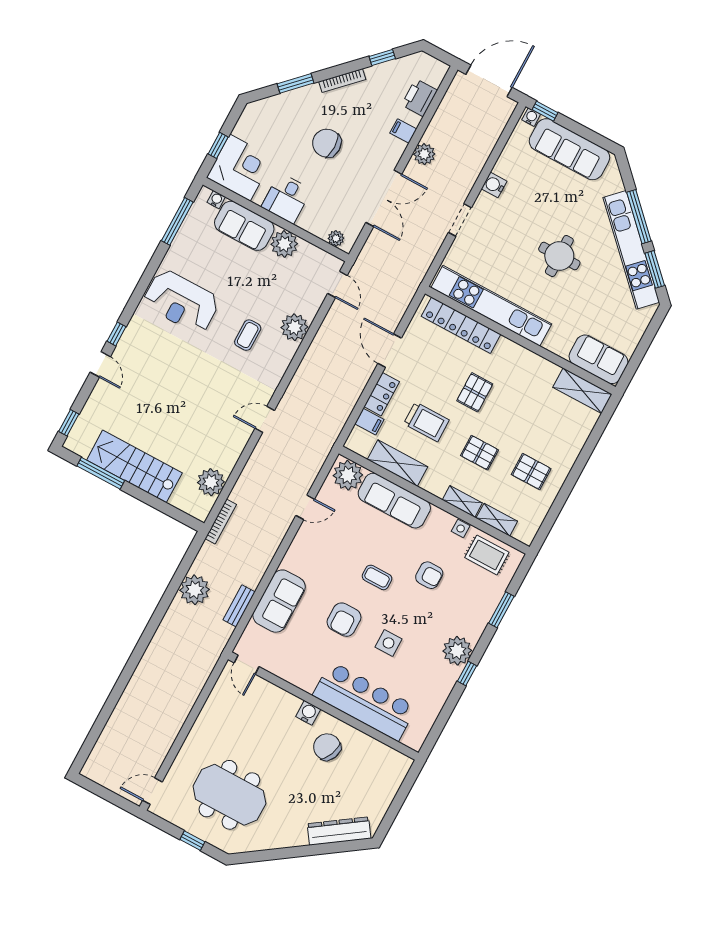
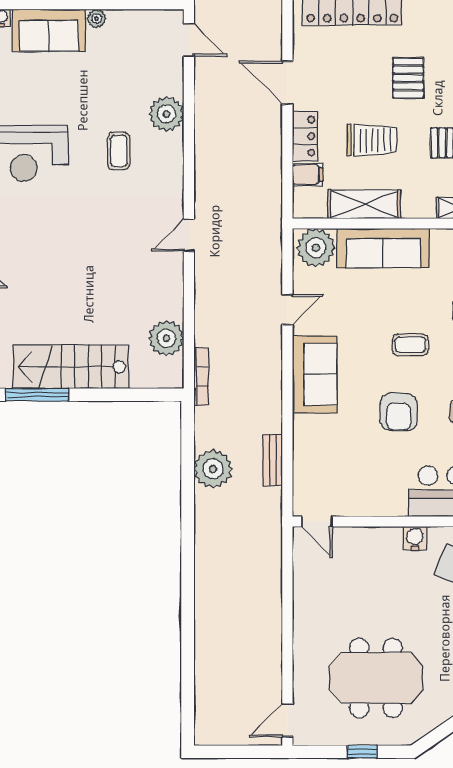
plant: (284, 244) -> (97, 18), width x0.53, depth x0.53
sofa: (279, 601) -> (315, 374), moved

